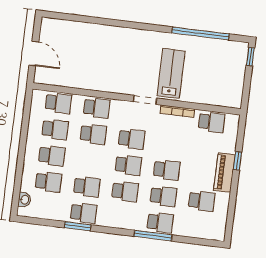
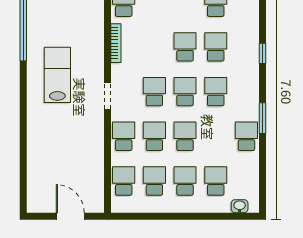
door: (34, 54) -> (70, 216), hinge flipped
lab bench: (171, 73) -> (57, 75), moved, turned 90
doorway: (145, 100) -> (108, 96), moved
school desk: (87, 187) -> (185, 136), moved
school desk: (160, 223) -> (246, 47), removed
window: (78, 226) -> (263, 118), moved
window: (153, 236) -> (263, 53), width x0.46

